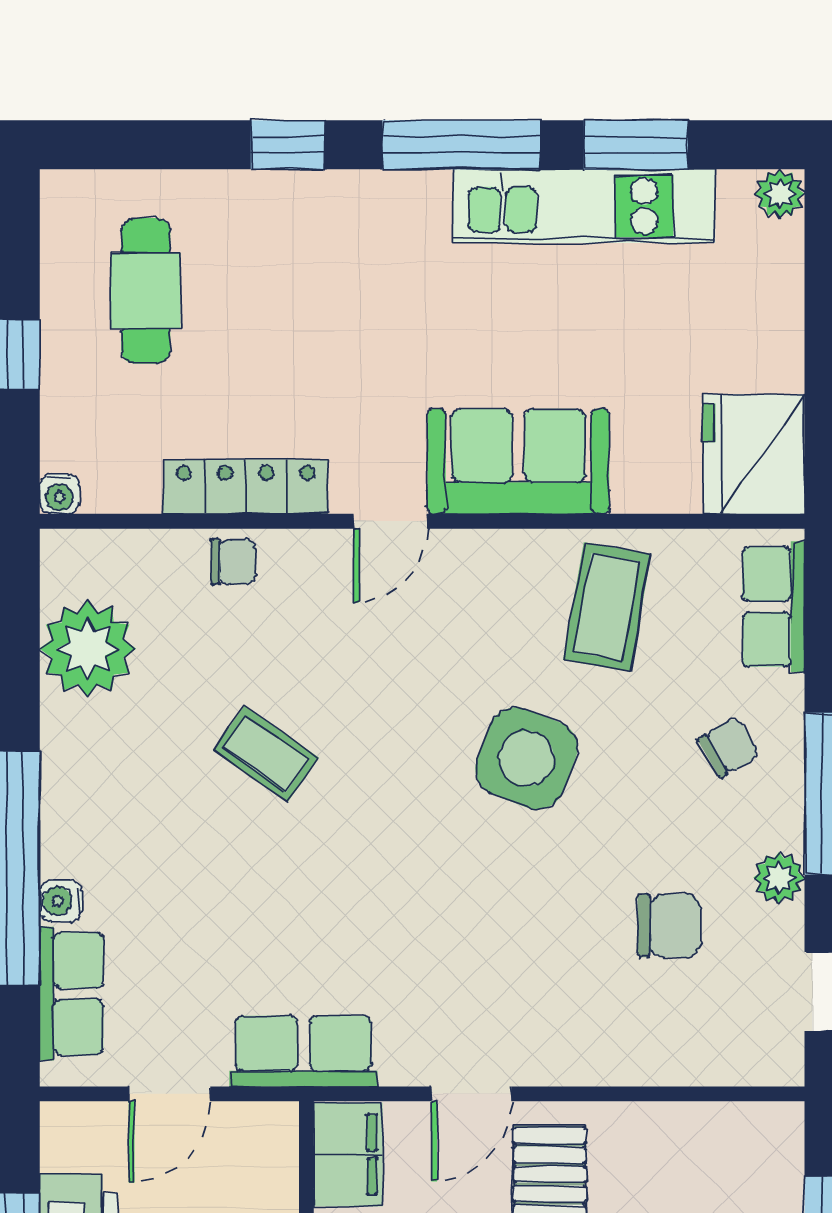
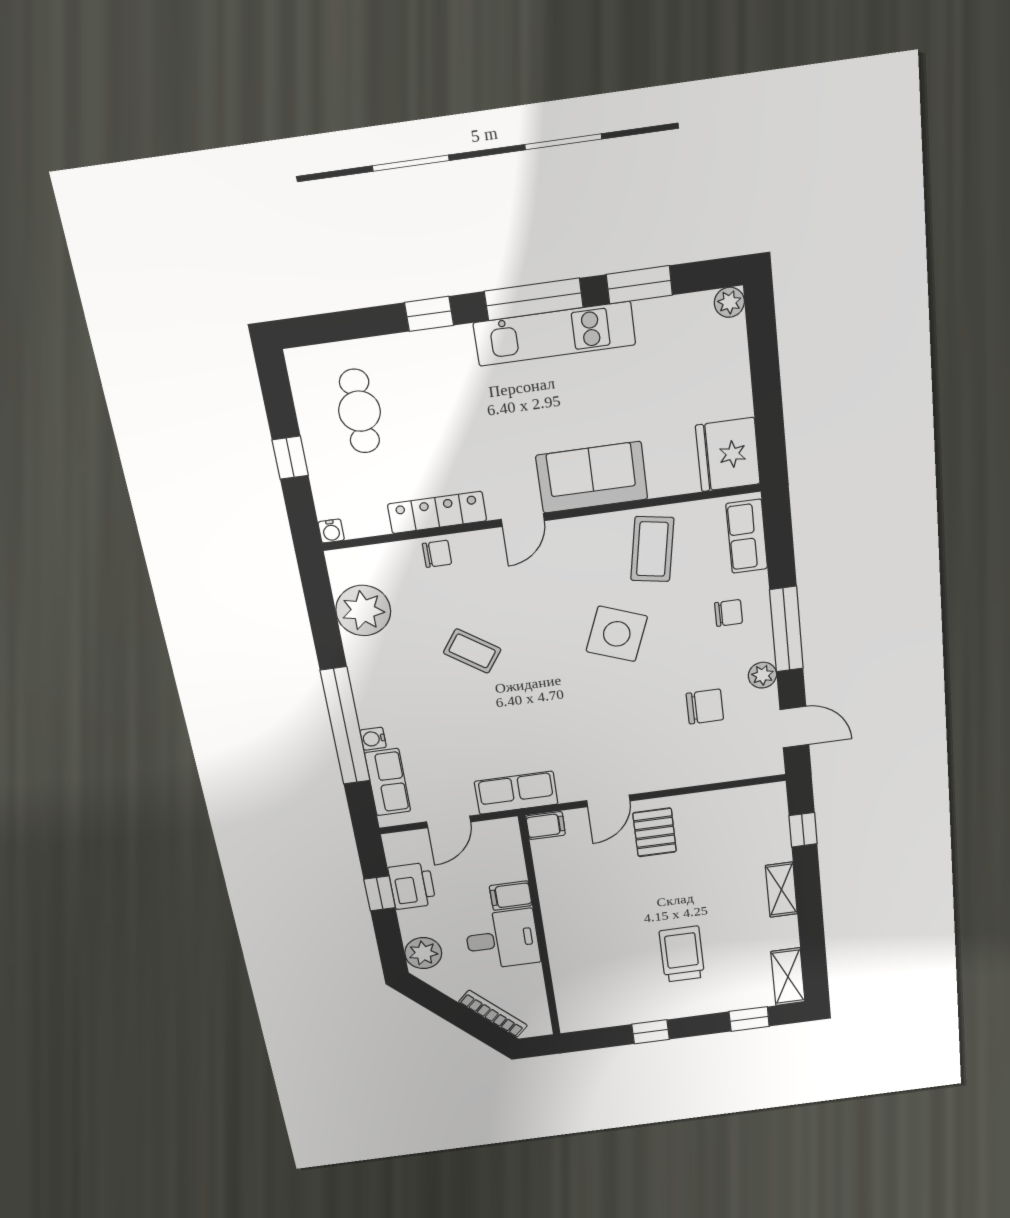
kitchen unit: (584, 206) -> (555, 334), moved
chair: (729, 747) -> (729, 613), turned 30
filing cabinet: (348, 1155) -> (546, 826), width x0.50

